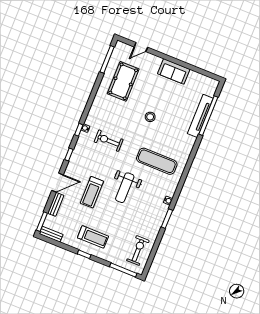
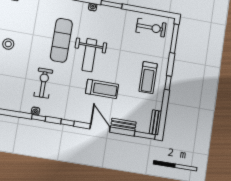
exercise bike: (109, 141) -> (43, 83), turned 180
exercise mat: (157, 161) -> (61, 40), moved
weight bench: (125, 188) -> (89, 55), turned 90
treadmill: (93, 237) -> (148, 78), turned 180
exercise bike: (138, 251) -> (151, 28), turned 180

